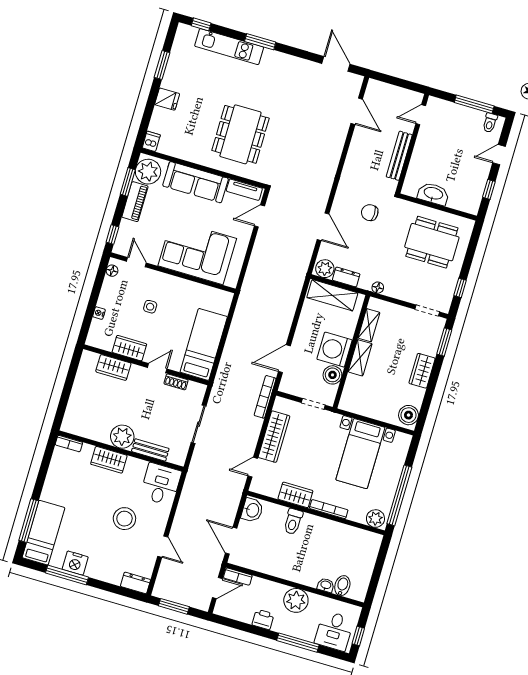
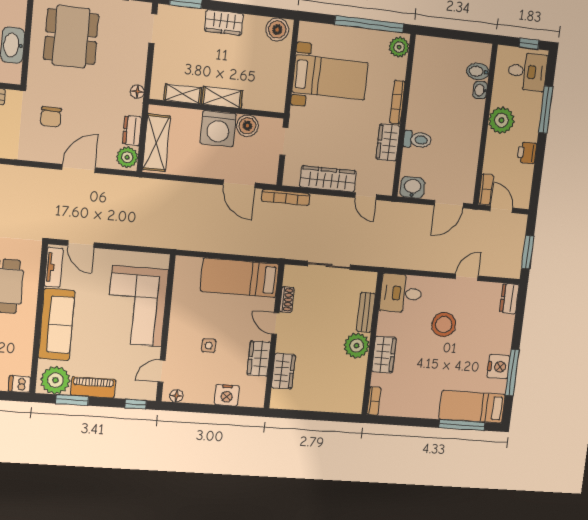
nightstand: (99, 313) -> (227, 395), width x1.89, depth x1.79

